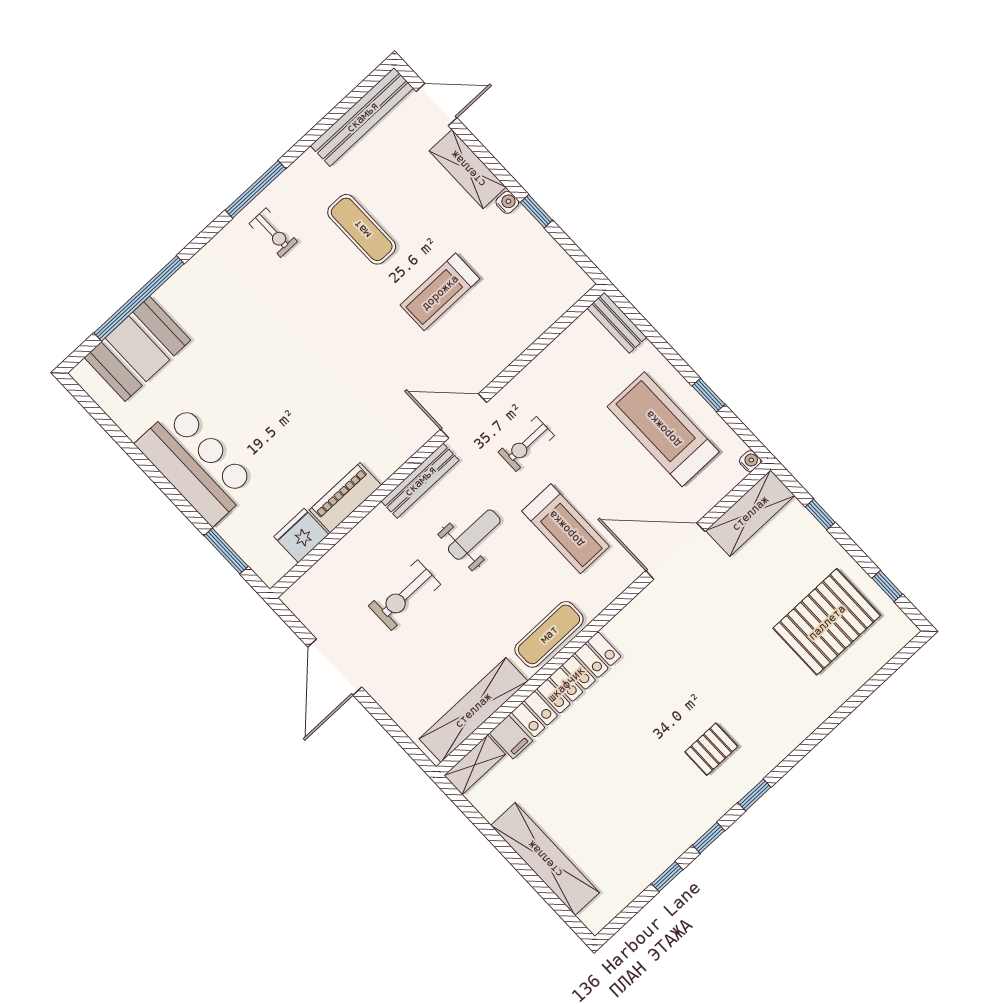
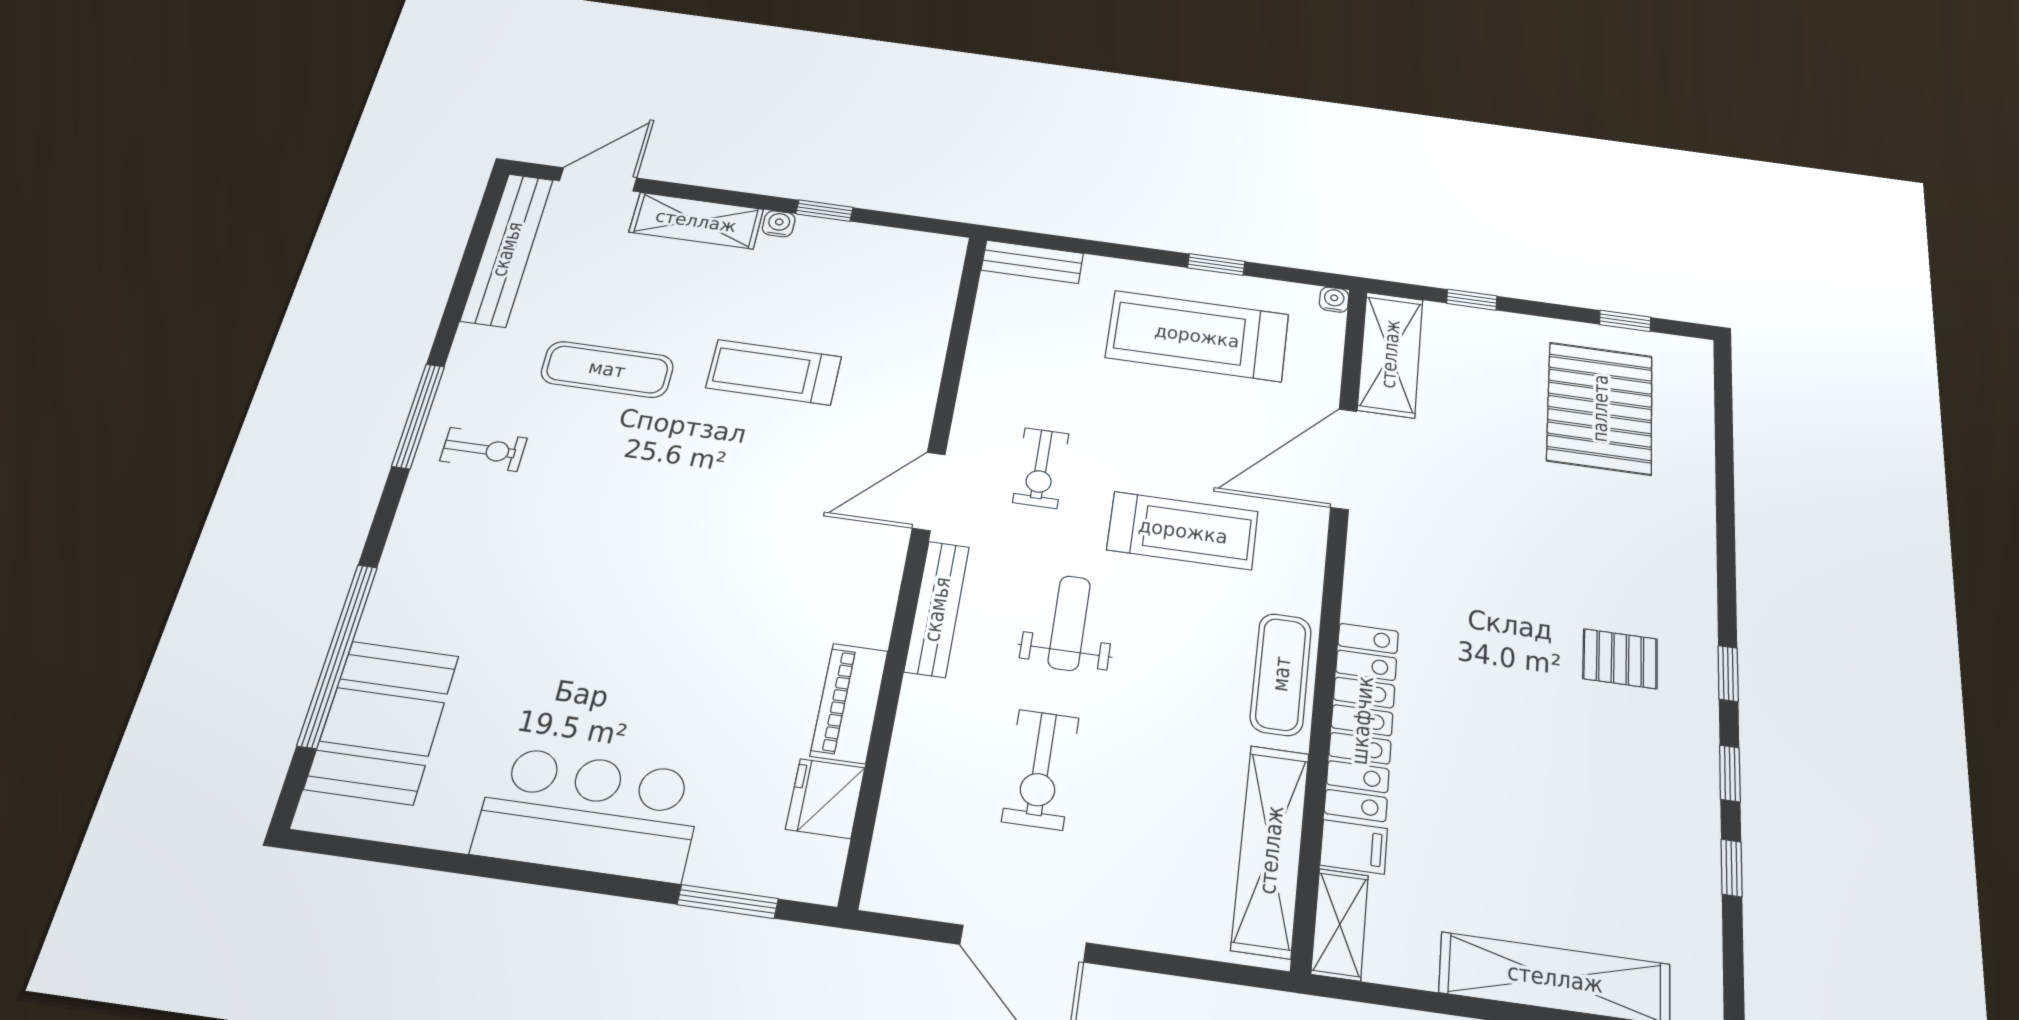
treadmill: (440, 292) -> (774, 372), turned 90
pallet: (711, 749) -> (1620, 659), turned 90

